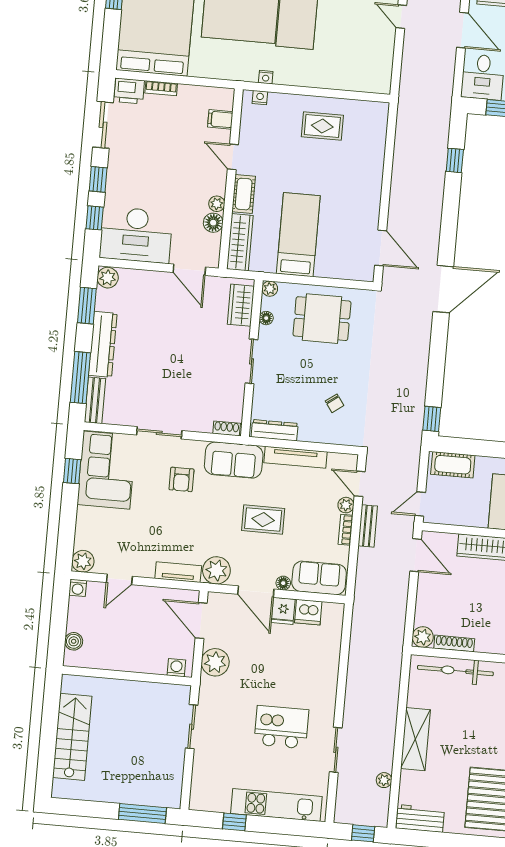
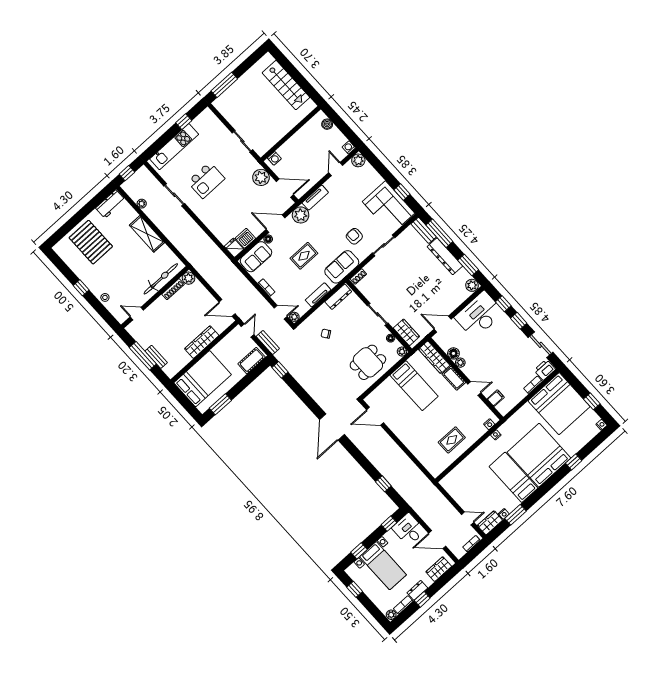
tv unit: (295, 457) -> (318, 295), width x0.71
plant: (346, 505) -> (294, 317), moved
bench: (368, 526) -> (268, 342), moved
fridge: (283, 611) -> (234, 248), moved

